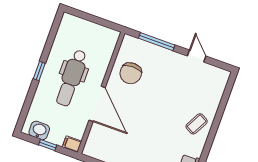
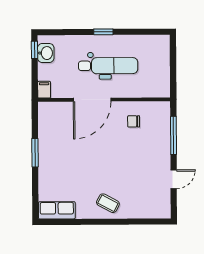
chair: (131, 73) -> (134, 121), width x0.54, depth x0.54
dental chair: (72, 78) -> (108, 66), turned 180
window: (48, 145) -> (34, 50), moved

